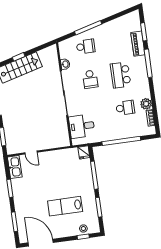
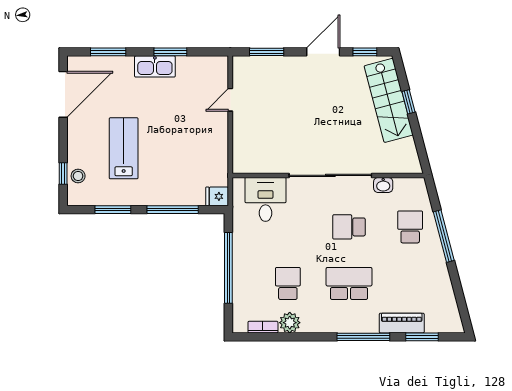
school desk: (86, 46) -> (410, 227), turned 180
school desk: (125, 108) -> (288, 283), turned 180
kitchen sink: (15, 167) -> (155, 66), moved

